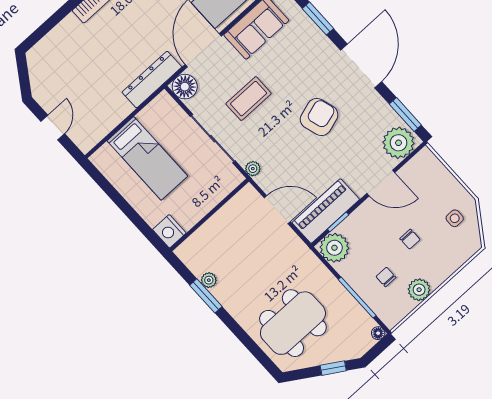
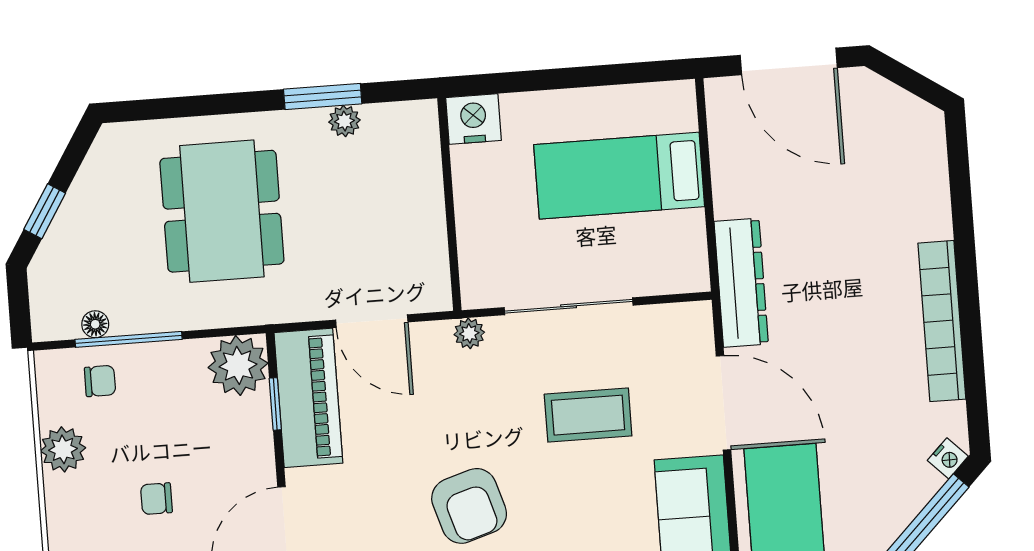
floor lamp: (185, 87) -> (688, 327), removed
coffee table: (249, 99) -> (588, 415), turned 90
door: (53, 128) -> (789, 61), width x1.87
door: (277, 210) -> (372, 321), hinge flipped
chair: (386, 277) -> (100, 381), moved
dining table: (293, 323) -> (222, 211), moved
floor lamp: (378, 333) -> (95, 324), moved

